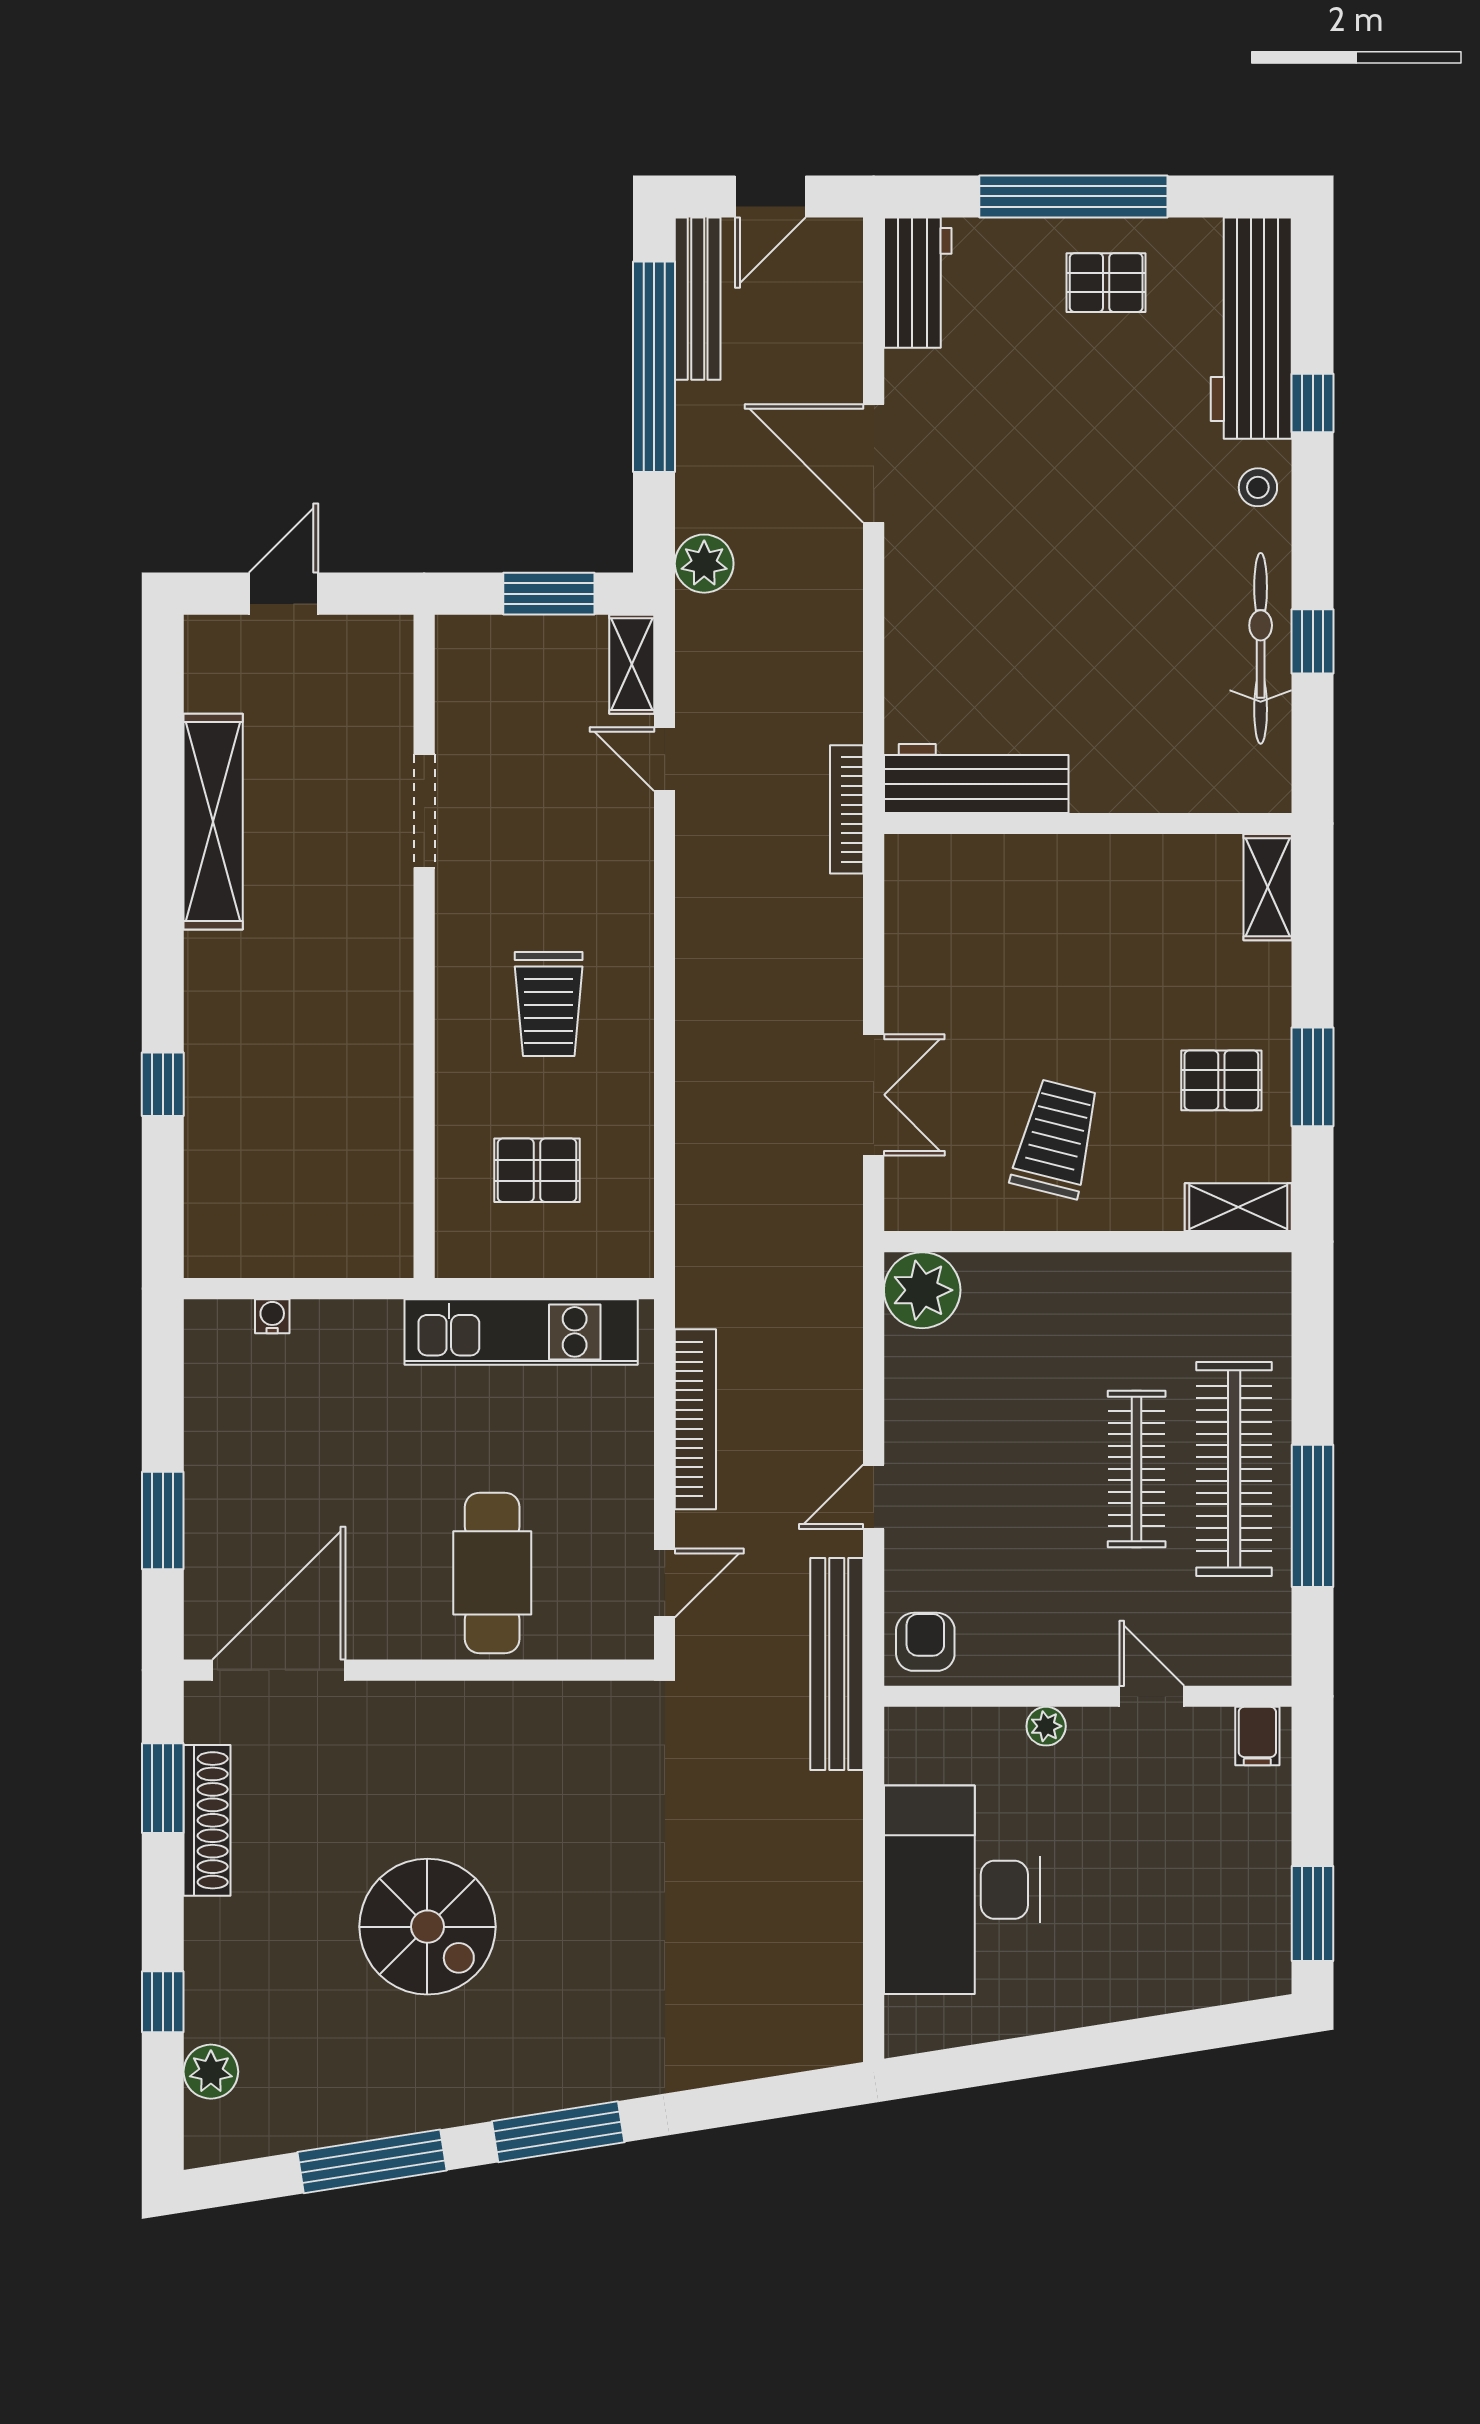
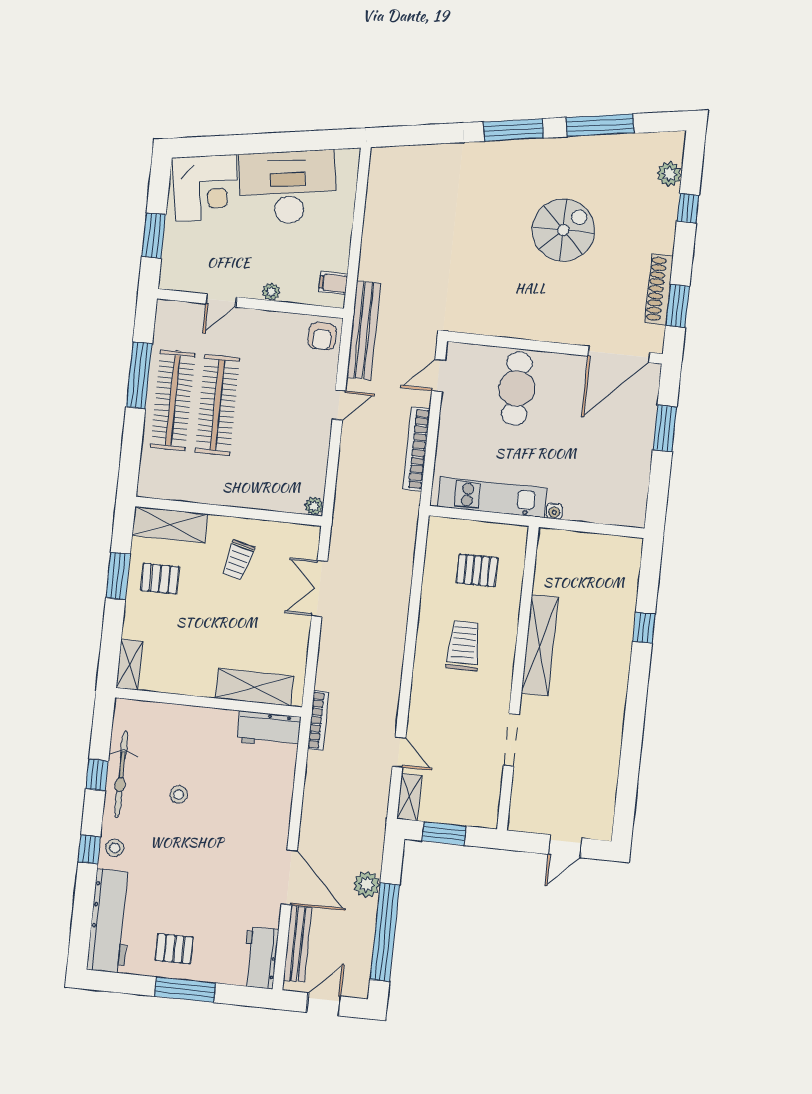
window: (1073, 196) -> (185, 990), width x0.68
bench: (698, 299) -> (298, 944), moved
window: (1313, 403) -> (89, 850), moved
plant: (704, 564) -> (367, 884), moved
stool: (1132, 617) -> (179, 795), added
workbench: (976, 778) -> (269, 730), width x0.73
shelving: (213, 822) -> (540, 645), moved
shelving: (992, 867) -> (254, 687), added
trolley: (1056, 1139) -> (238, 560), width x0.73, depth x0.72
shelving: (1238, 1207) -> (170, 525), width x1.50, depth x1.33
plant: (922, 1290) -> (314, 506), width x0.53, depth x0.53
water cooler: (272, 1316) -> (554, 511), moved
clothes rail: (1137, 1469) -> (217, 405), width x1.37, depth x1.31
door: (1152, 1696) -> (221, 300), hinge flipped
filing cabinet: (1257, 1736) -> (333, 283), moved, turned -90
desk: (962, 1890) -> (288, 187), moved, turned -99
window: (1313, 1914) -> (154, 236), moved
spiral stairs: (427, 1927) -> (563, 230), turned 90
corner desk: (1210, 1936) -> (206, 188), added

